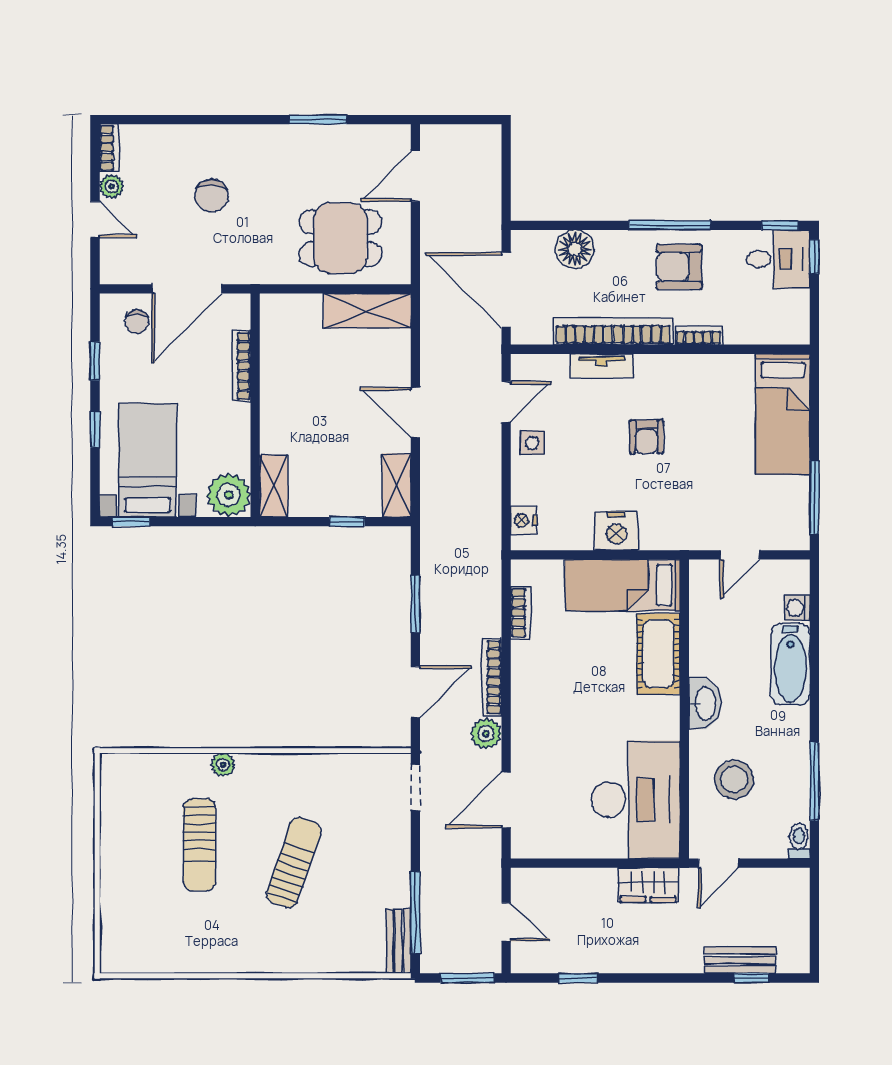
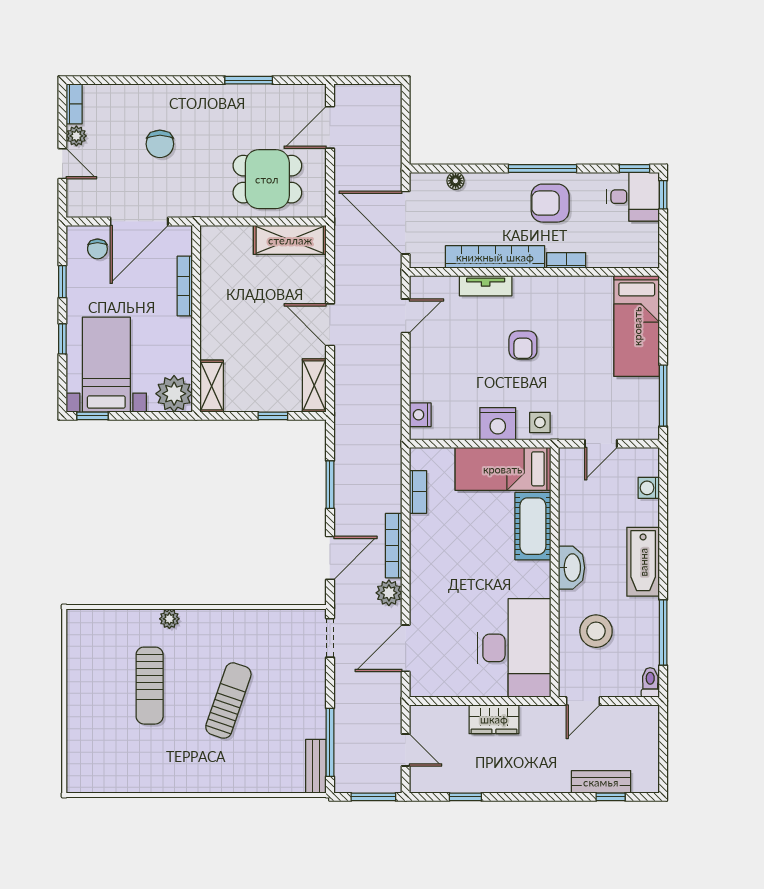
floor lamp: (575, 249) -> (456, 181), width x0.53, depth x0.53
side table: (532, 443) -> (540, 422), moved
bathtub: (790, 664) -> (643, 562), moved
wardrobe: (648, 885) -> (494, 719), moved

